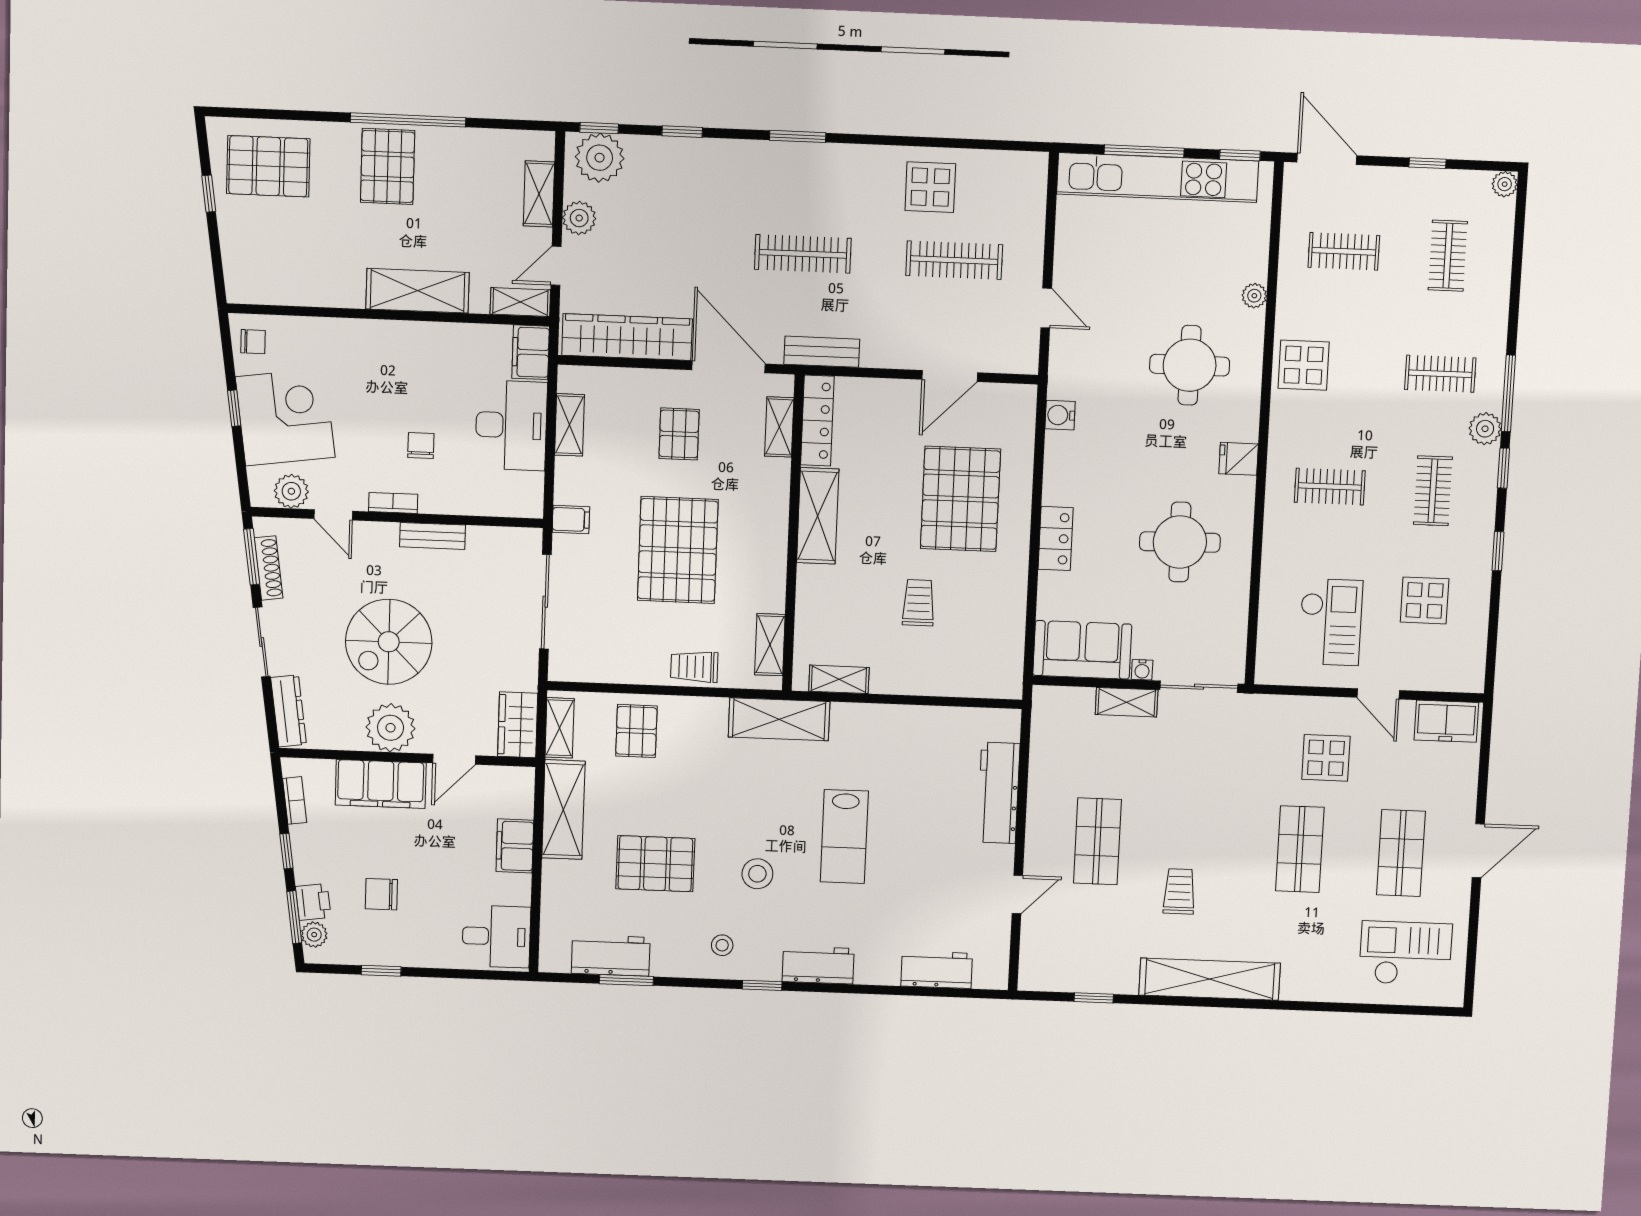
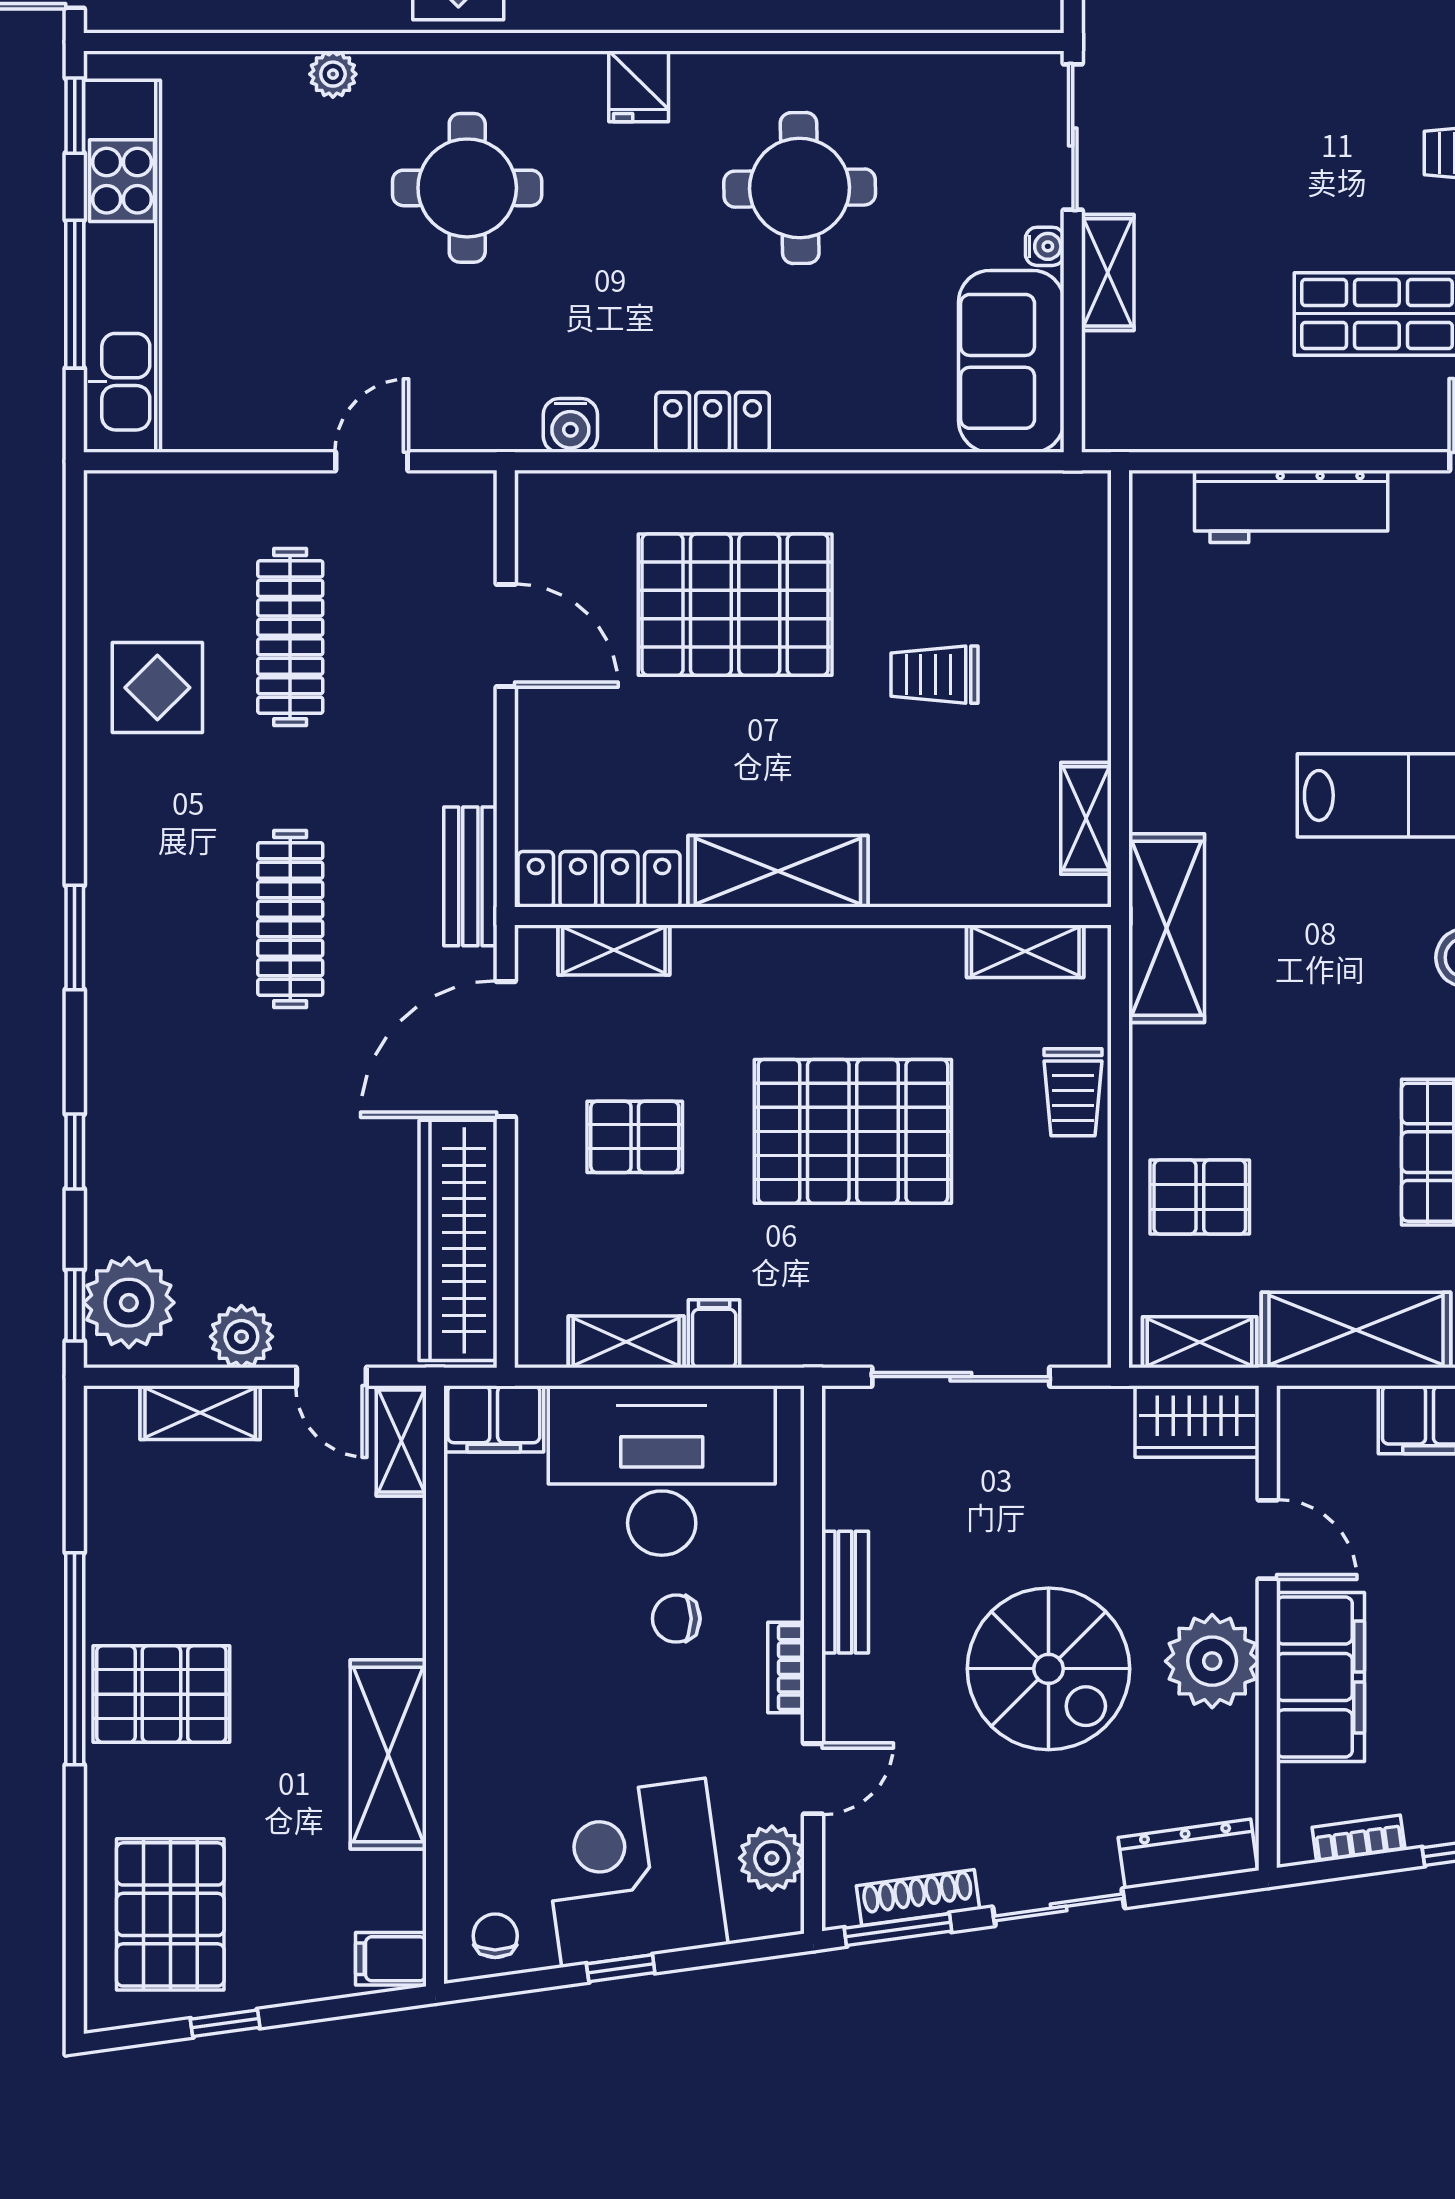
filing cabinet: (242, 285) -> (391, 1959), added
shelving: (417, 291) -> (388, 1754), moved
desk: (511, 425) -> (662, 1470), width x1.36, depth x1.30
filing cabinet: (571, 519) -> (714, 1334), moved
locker: (1056, 539) -> (713, 422), moved

